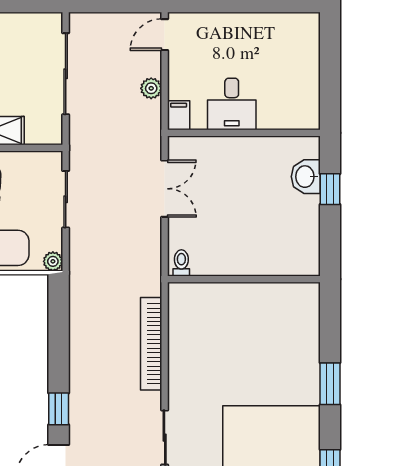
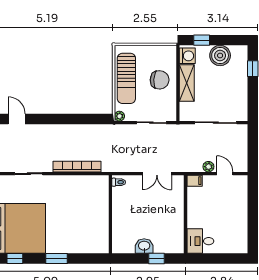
door: (165, 35) -> (225, 174), moved
desk: (232, 104) -> (200, 241), moved
washbasin: (306, 177) -> (144, 246), moved
window: (59, 409) -> (44, 119), removed

